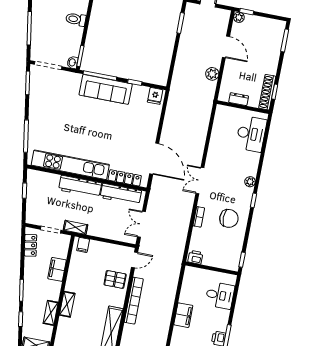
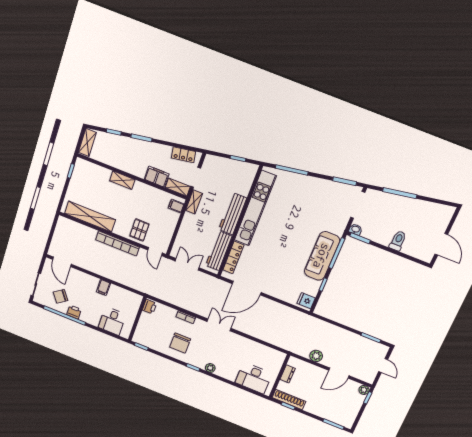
shelving: (51, 313) -> (178, 187), moved
filing cabinet: (183, 315) -> (103, 287), width x0.50

